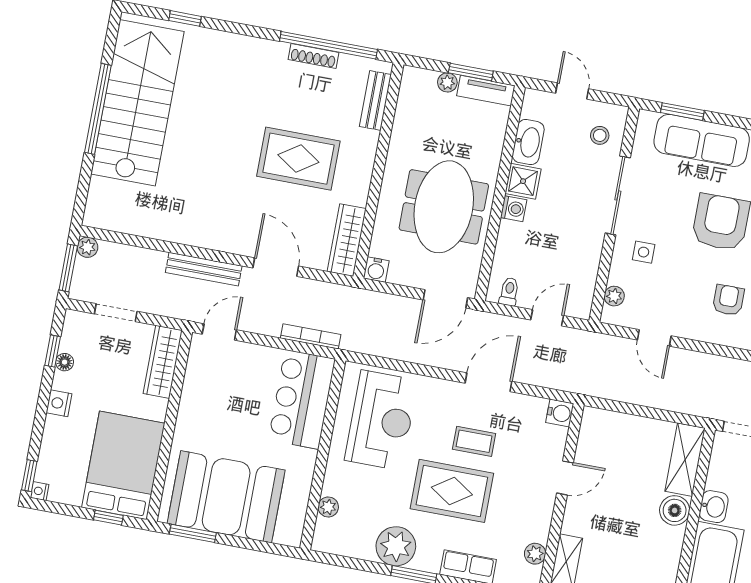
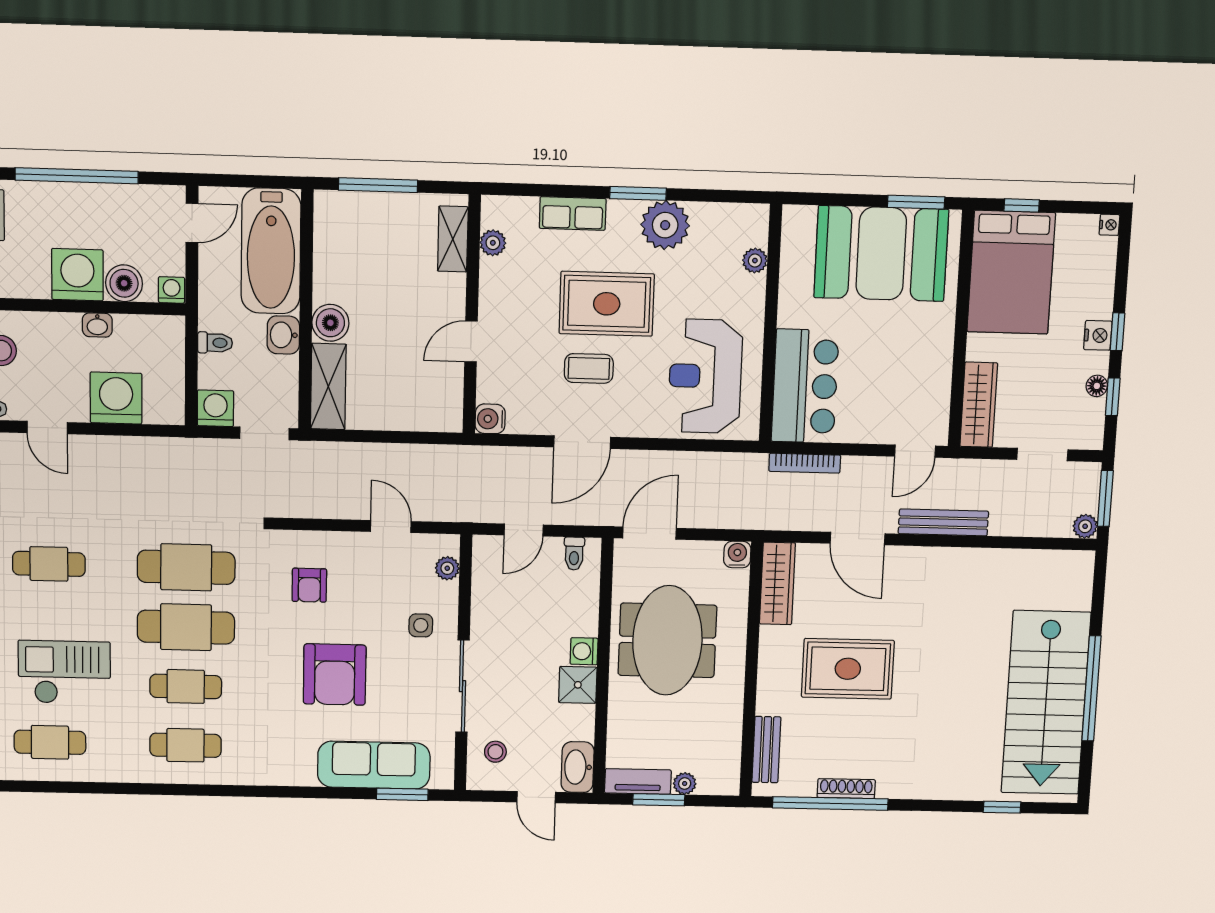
washbasin: (528, 142) -> (578, 767), moved
window: (29, 476) -> (1117, 332), moved

